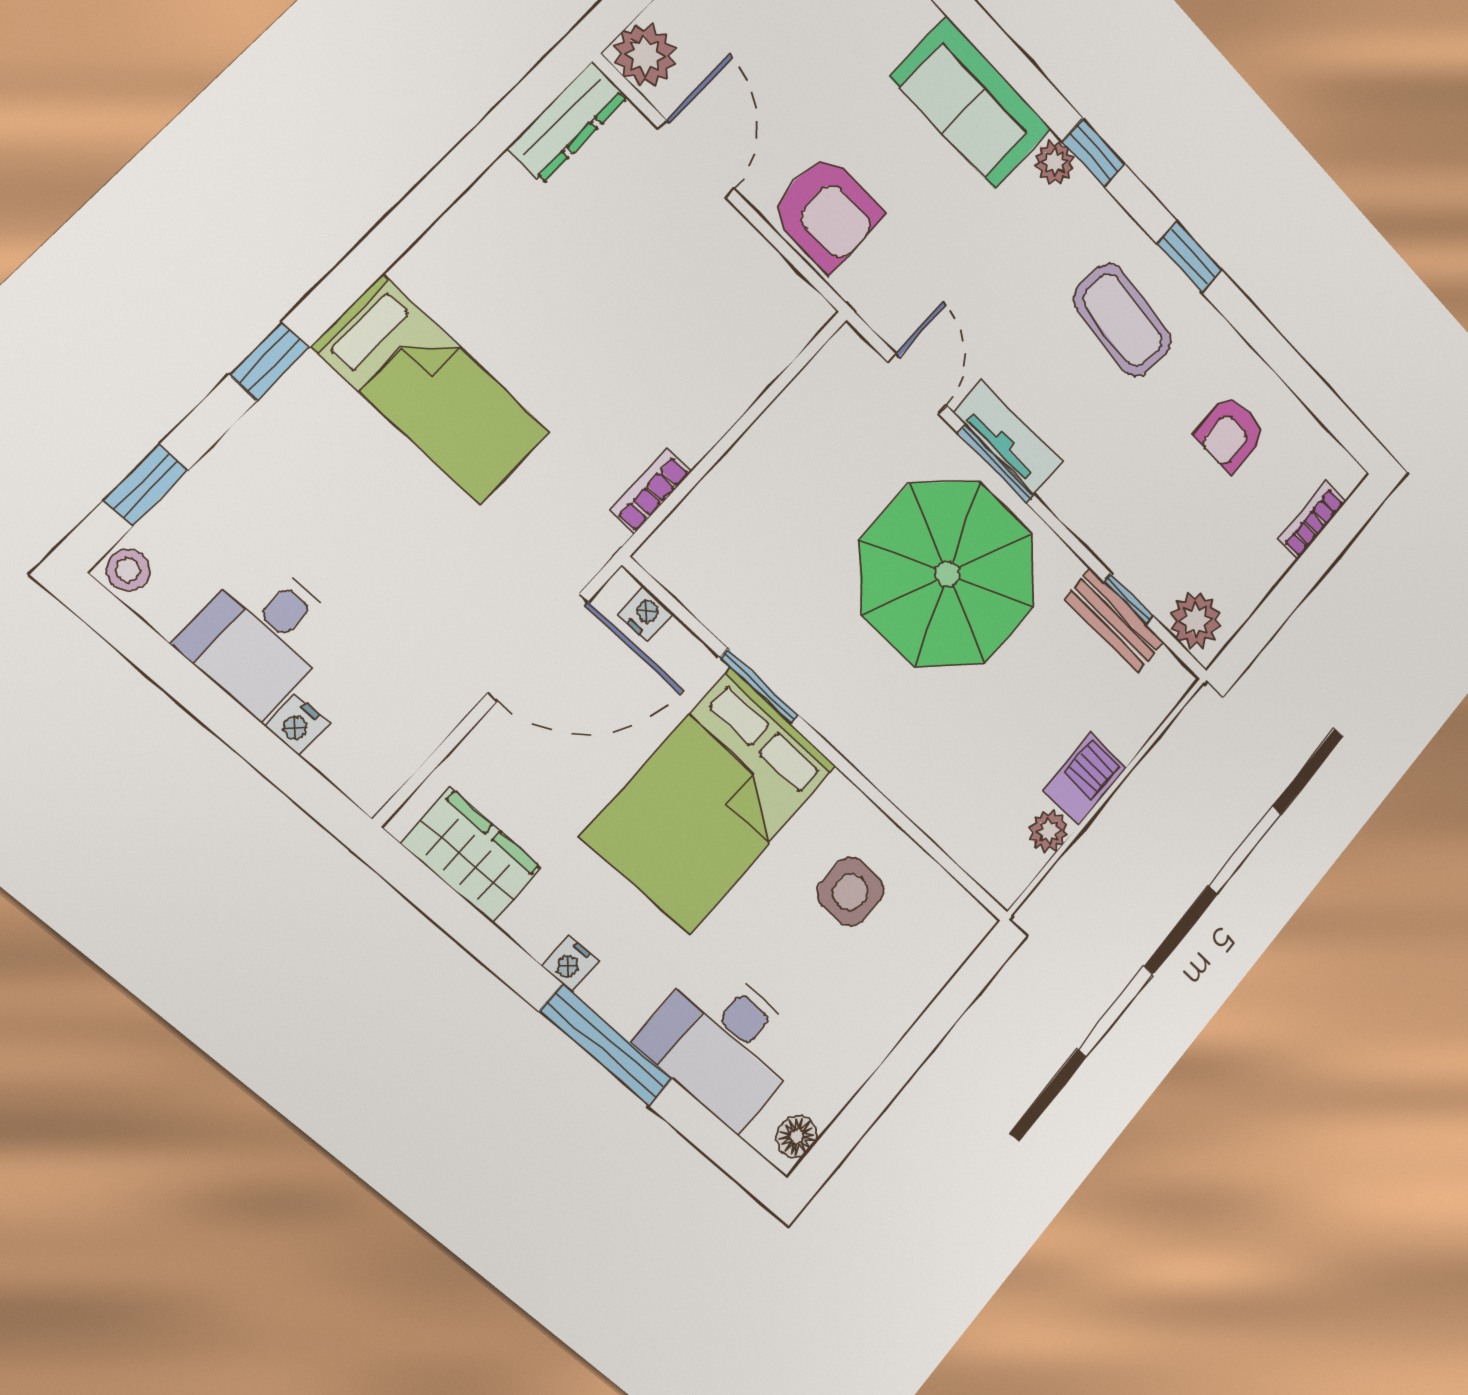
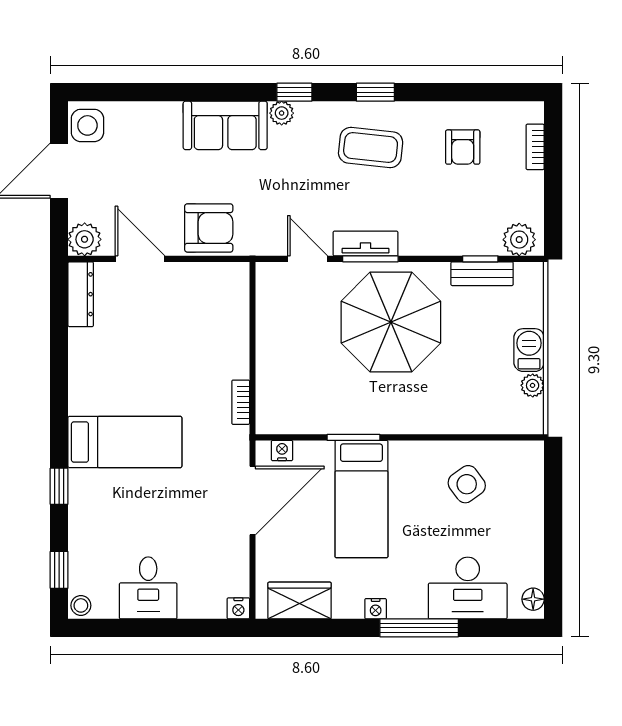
nightstand: (297, 725) -> (238, 608), moved
bed: (710, 801) -> (361, 499), width x0.67
side table: (851, 891) -> (467, 484), turned -36

